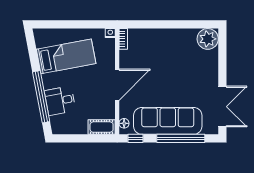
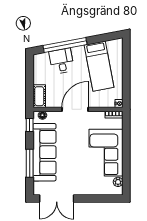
plant: (208, 39) -> (118, 182), width x0.53, depth x0.53
corner sofa: (168, 48) -> (106, 153), added
door: (117, 85) -> (75, 109), swing flipped
window: (181, 138) -> (30, 163), width x0.68

